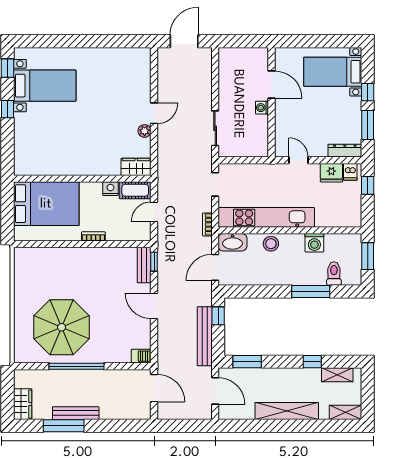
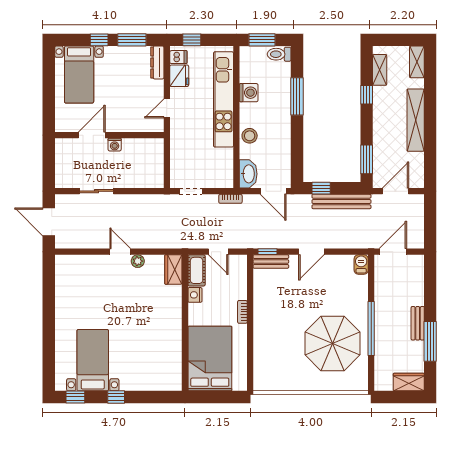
sliding door: (215, 128) -> (97, 191), moved
kitchen unit: (266, 217) -> (224, 99), moved
toilet: (334, 273) -> (279, 54), moved
bench: (76, 413) -> (418, 323), width x0.73

